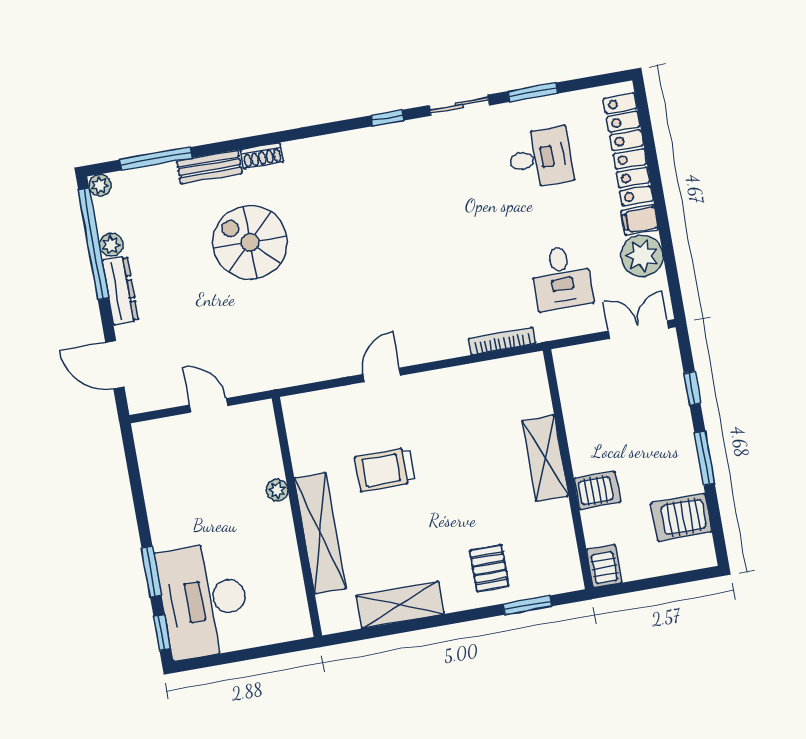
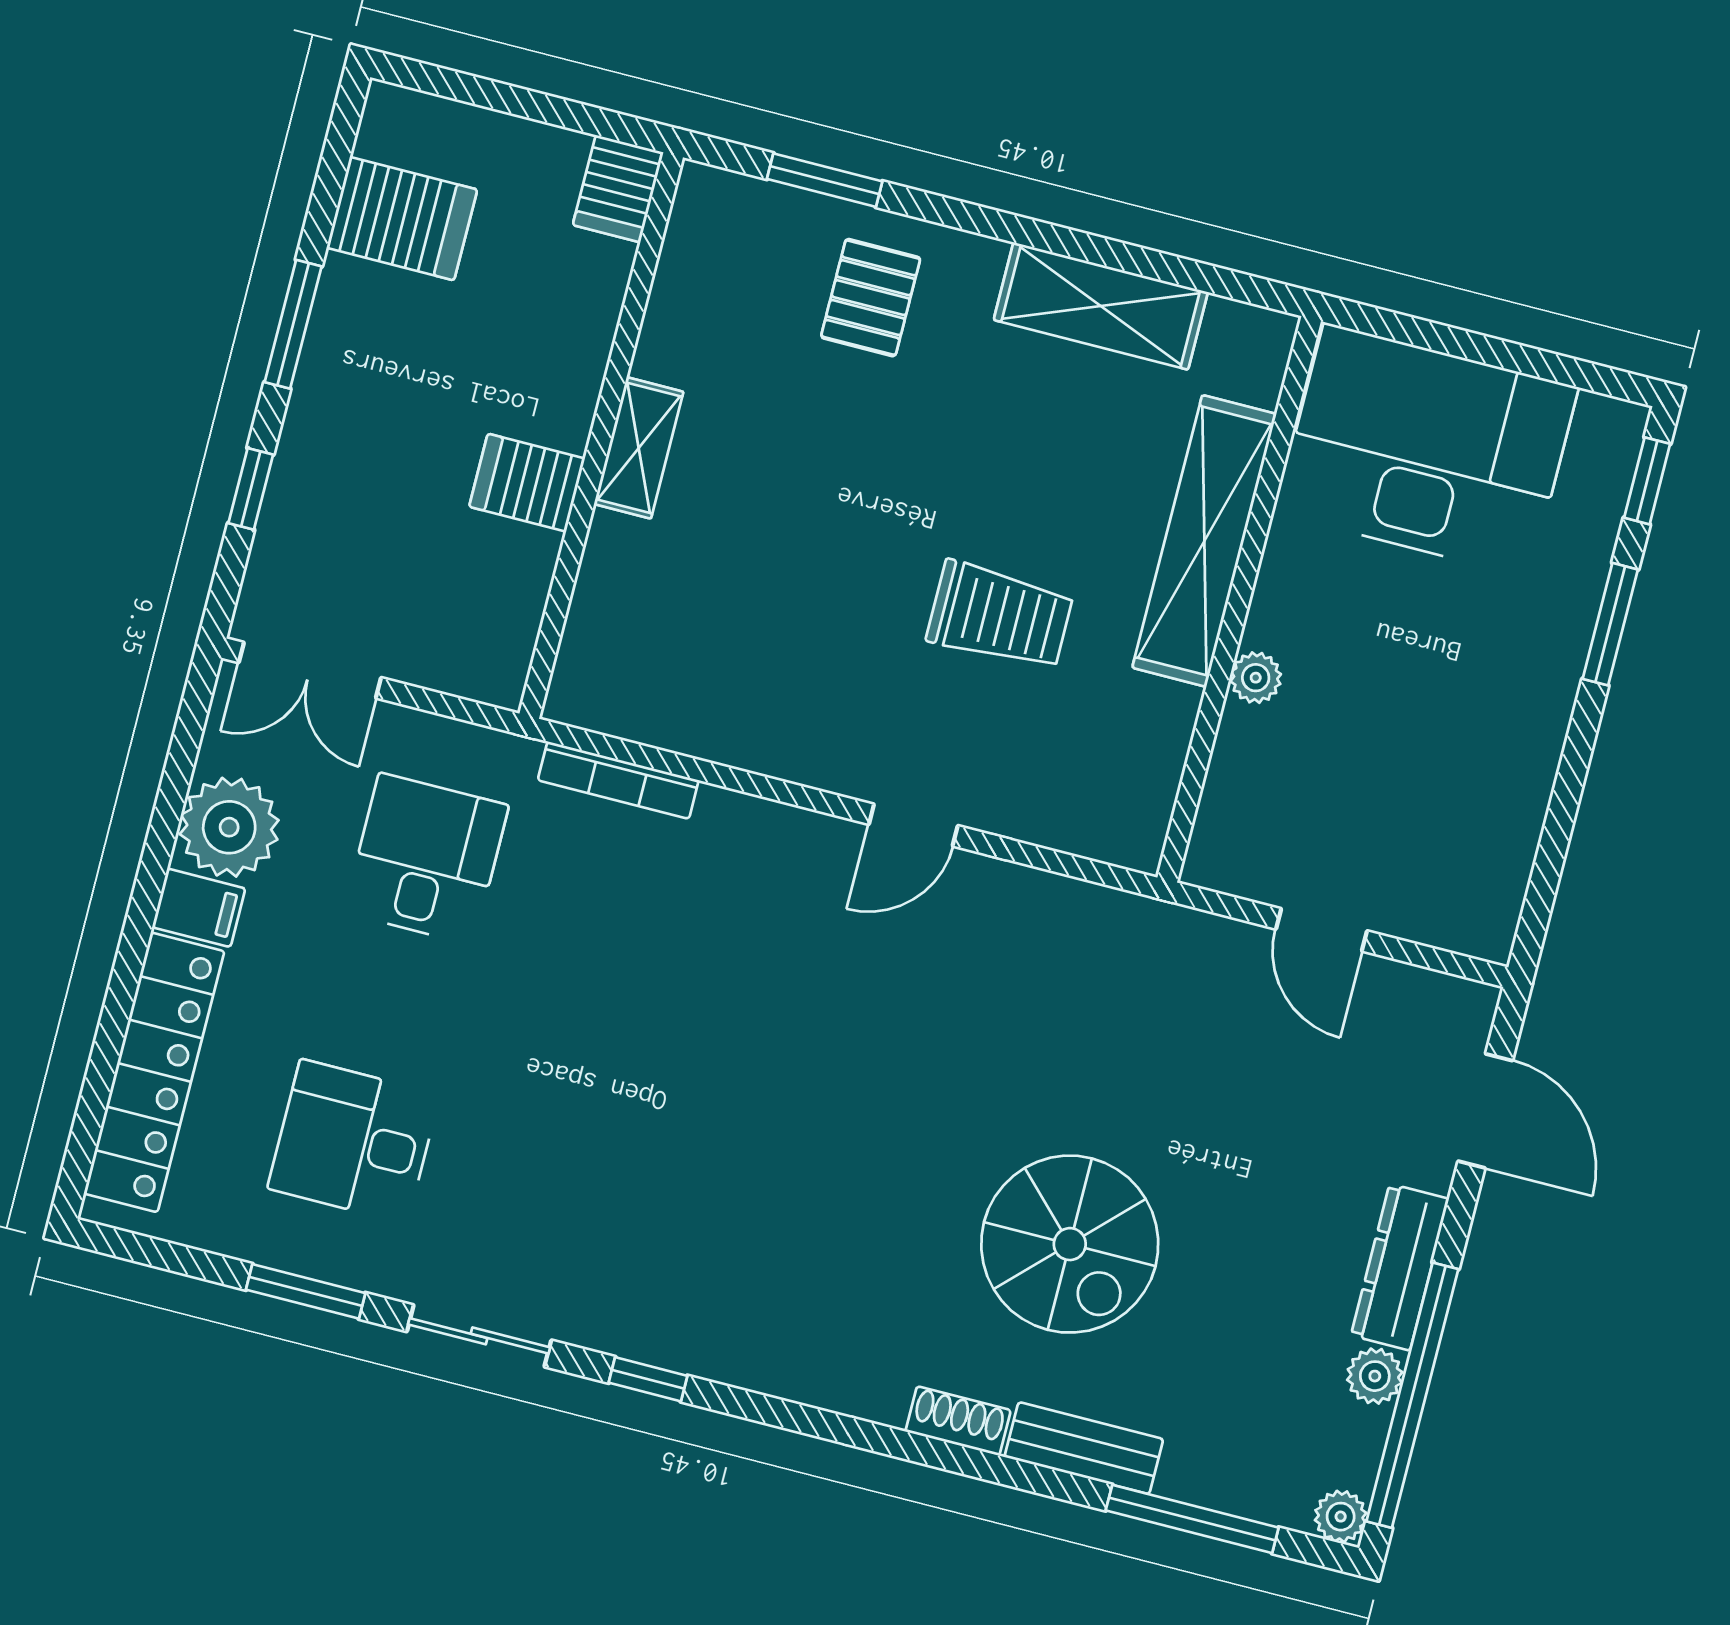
shelving: (545, 458) -> (639, 448), width x0.67, depth x0.75
server rack: (597, 490) -> (527, 483), moved
desk: (204, 601) -> (1427, 450), moved, turned -90

